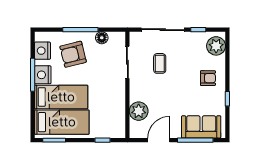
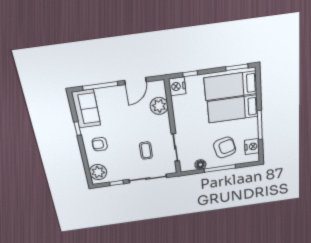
nightstand: (43, 75) -> (177, 86), moved, turned 180
sofa: (201, 127) -> (86, 109), moved, turned -90

